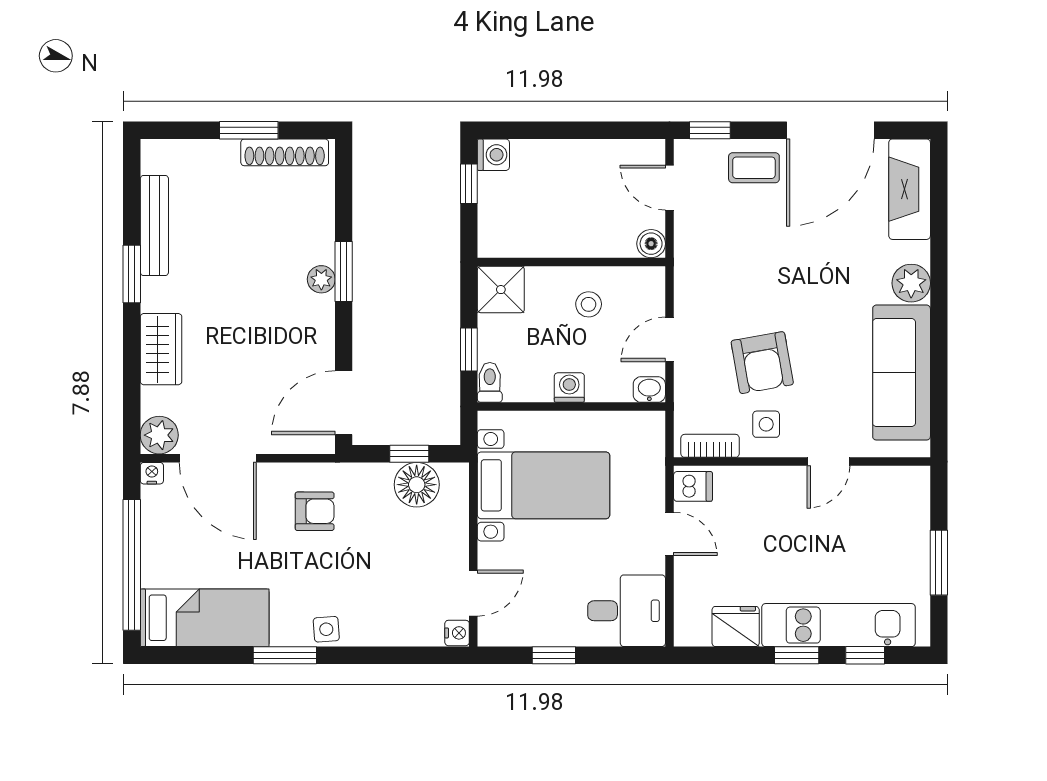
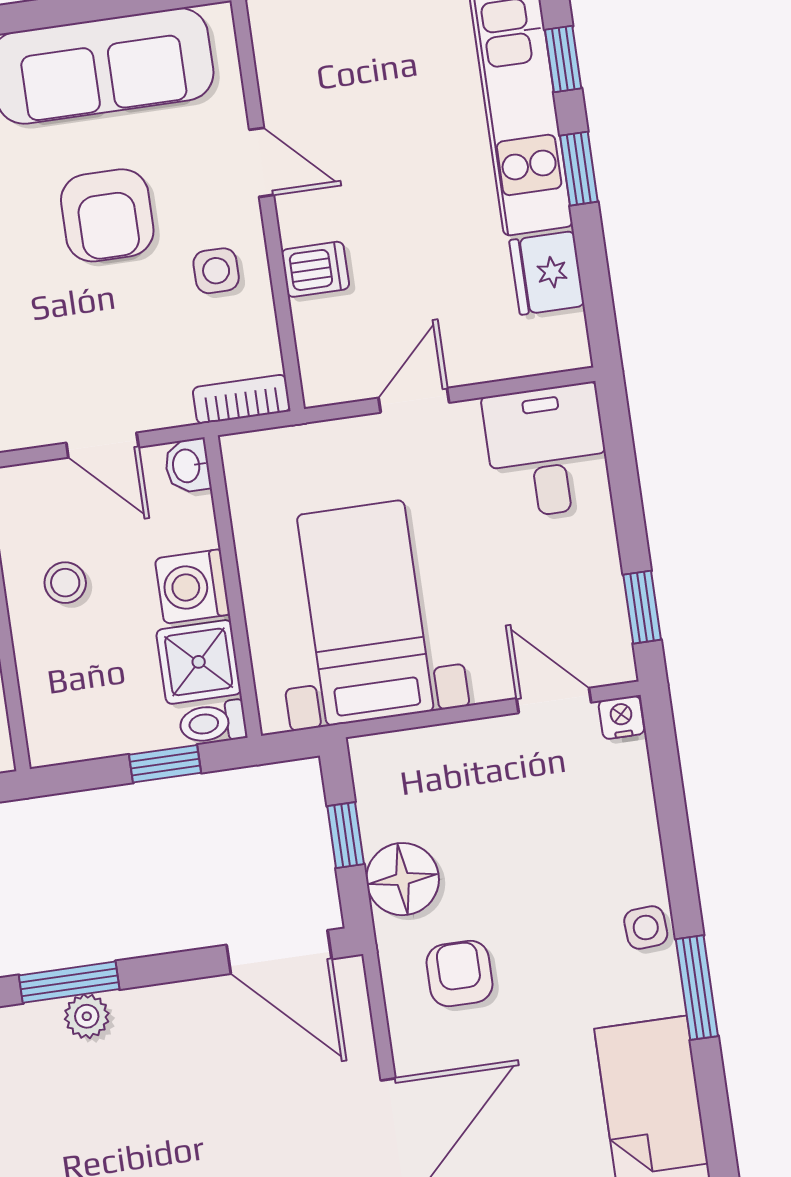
shower: (501, 290) -> (199, 662), moved
armchair: (762, 363) -> (107, 215), moved, turned 100
washing machine: (569, 387) -> (192, 587), width x1.38, depth x1.38
bookcase: (710, 446) -> (241, 399), moved, turned 90
floor lamp: (417, 485) -> (403, 879), moved
dishwasher: (693, 486) -> (315, 269), moved, turned 90
window: (554, 655) -> (642, 607), moved

